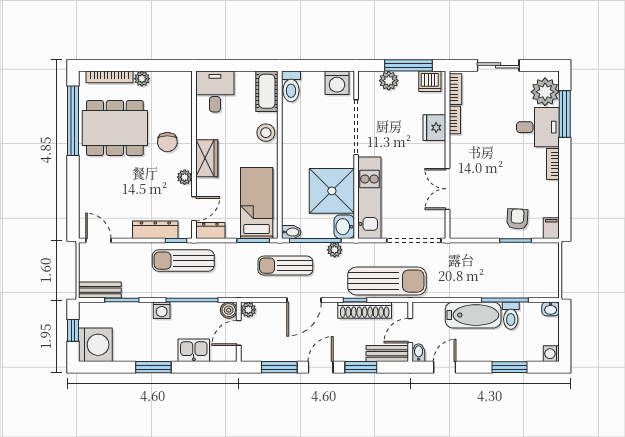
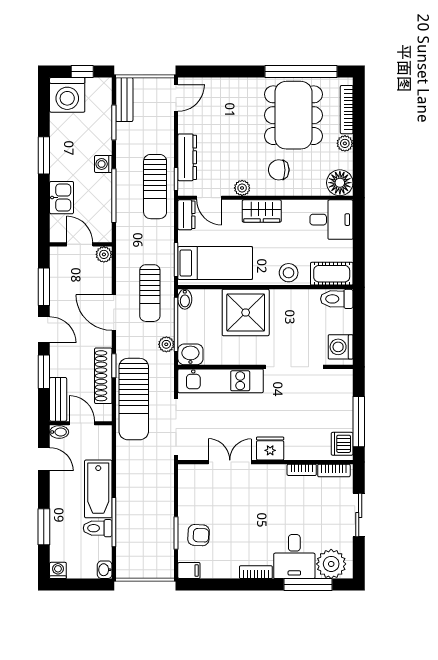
plant: (389, 81) -> (343, 401), removed
floor lamp: (180, 84) -> (340, 183), added
fridge: (434, 128) -> (270, 449), moved
shower: (332, 191) -> (246, 312), moved
sun lounger: (183, 261) -> (155, 187), turned 180
sun lounger: (285, 266) -> (150, 293), turned 180
boiler: (229, 310) -> (103, 234), removed

